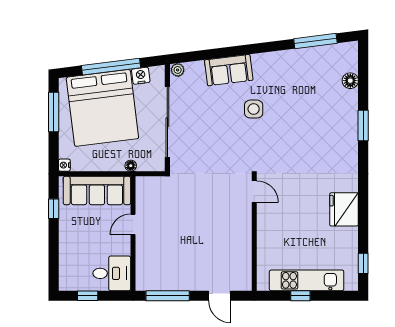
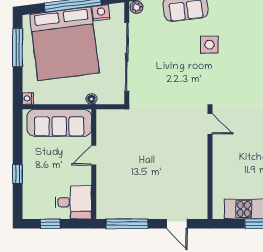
window: (54, 209) -> (18, 174), moved

